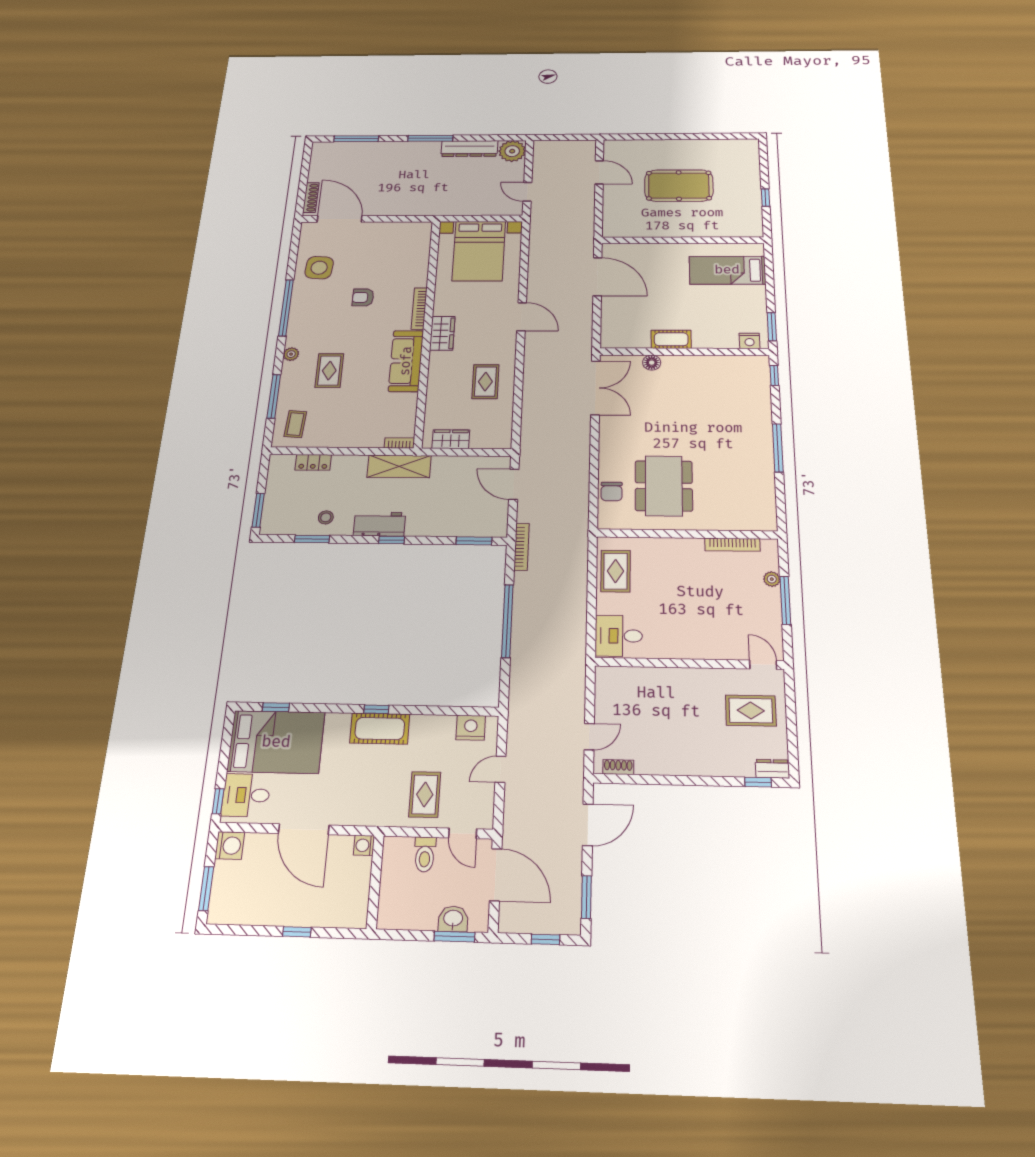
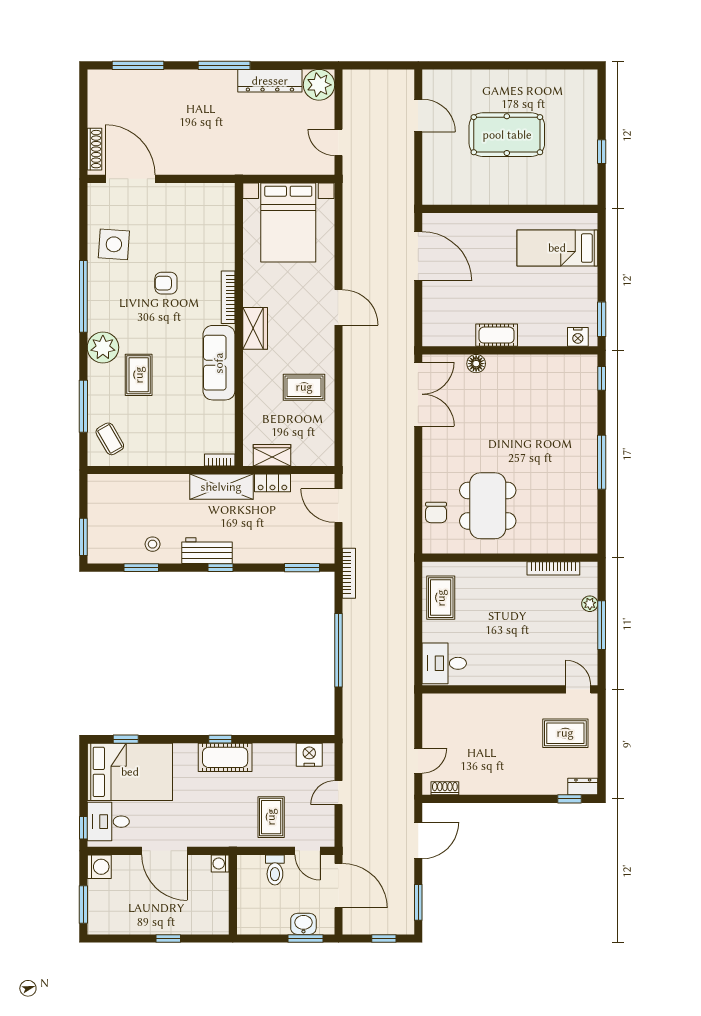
plant: (291, 354) -> (103, 347), width x1.87, depth x1.87
rug: (485, 382) -> (304, 387), turned 90
coffee table: (295, 424) -> (110, 439), turned -34
locker: (313, 462) -> (272, 483), moved

